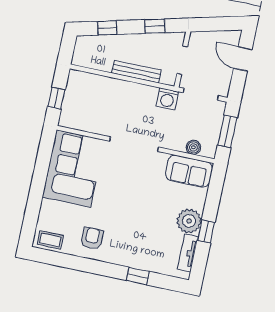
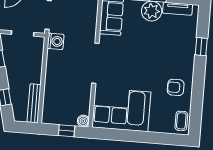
bench: (136, 72) -> (34, 103), moved
boiler: (193, 147) -> (83, 121), moved

